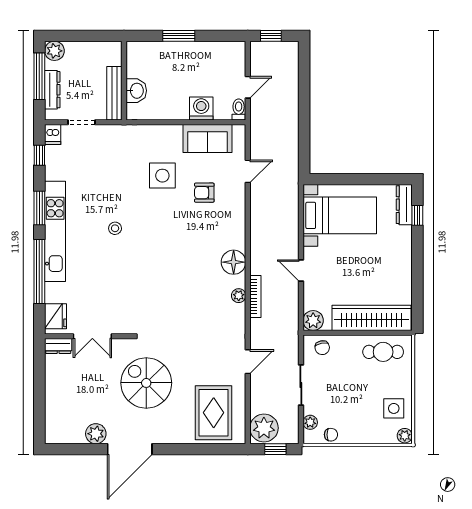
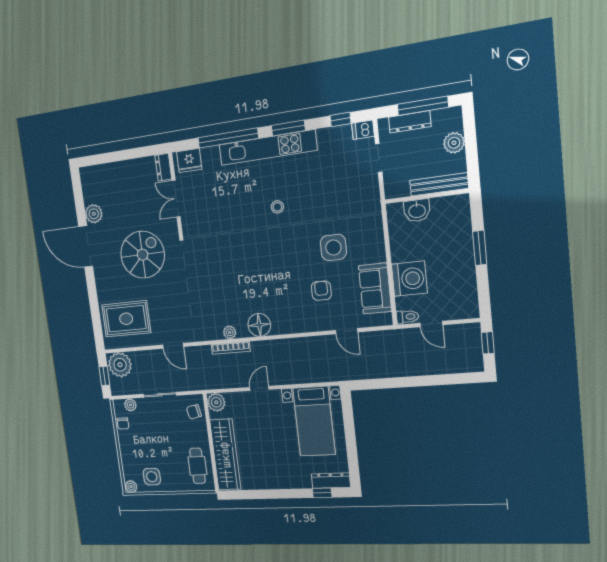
plant: (54, 51) -> (454, 143), moved
bench: (114, 93) -> (439, 184), moved
washing machine: (201, 108) -> (409, 279), width x1.37, depth x1.37

